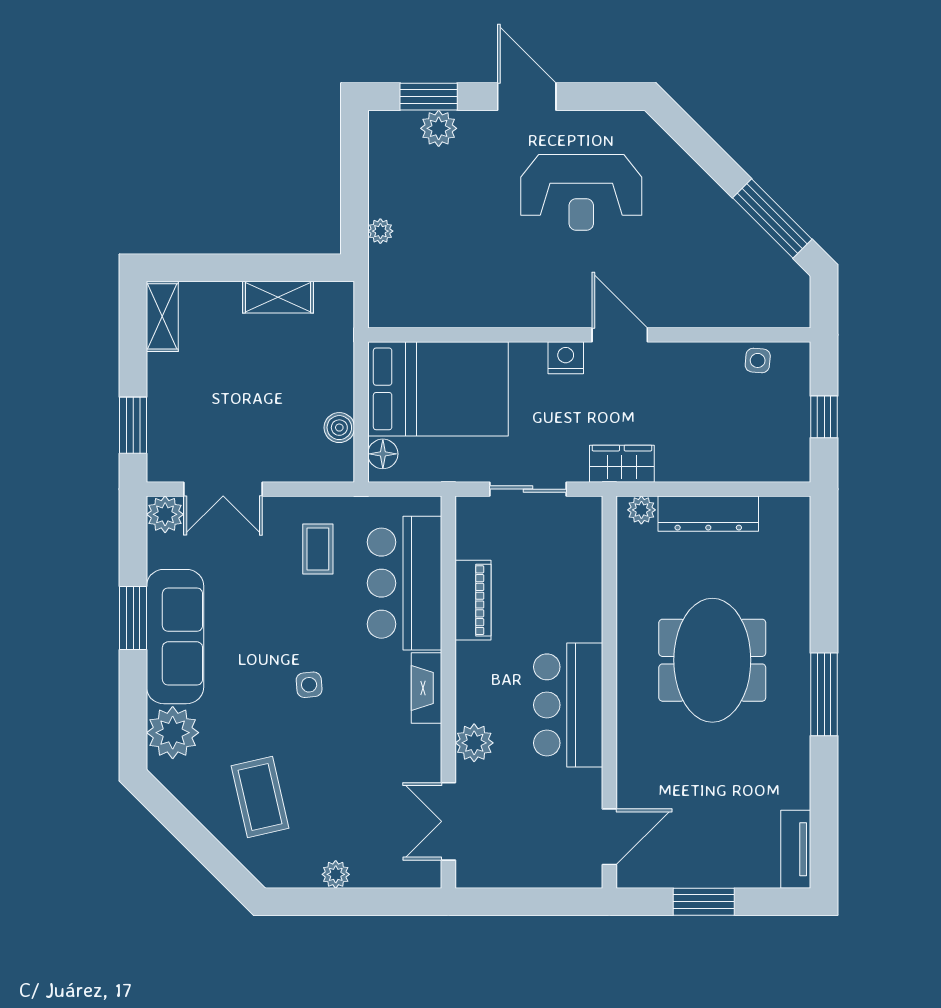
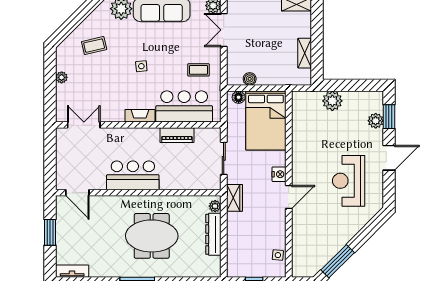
plant: (380, 231) -> (332, 101), width x1.88, depth x1.88
plant: (474, 743) -> (117, 136), removed
coffee table: (260, 797) -> (94, 46), width x0.73, depth x0.77

